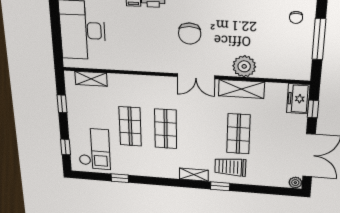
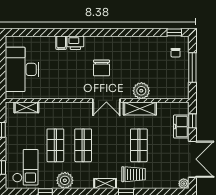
freezer: (298, 99) -> (181, 127), moved
plant: (143, 167) -> (65, 180), added
trolley: (230, 167) -> (134, 174), turned 180

